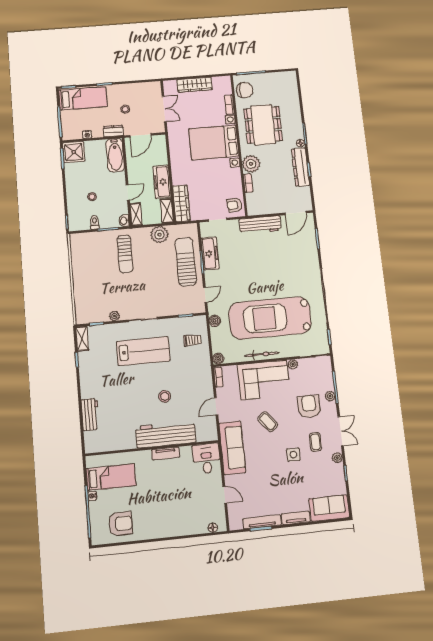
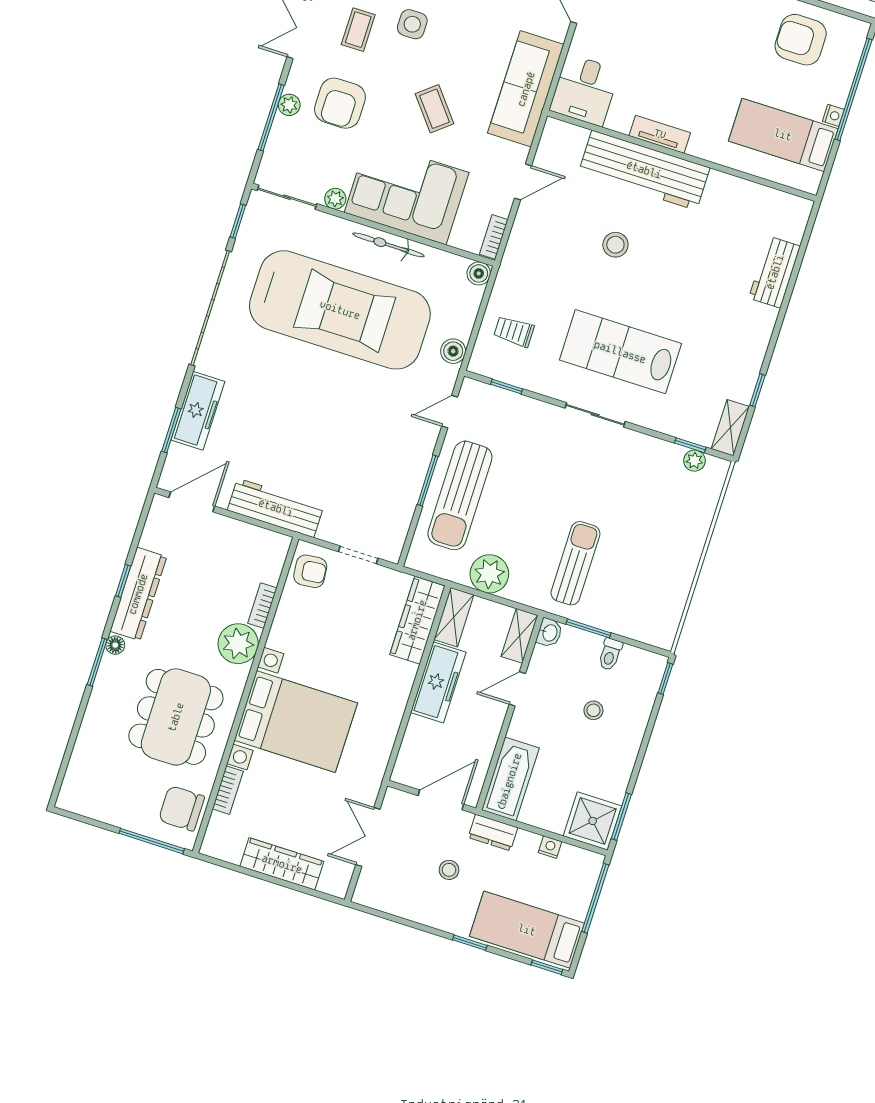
freezer: (210, 253) -> (198, 411), moved, turned 180
plant: (114, 316) -> (694, 461), moved

